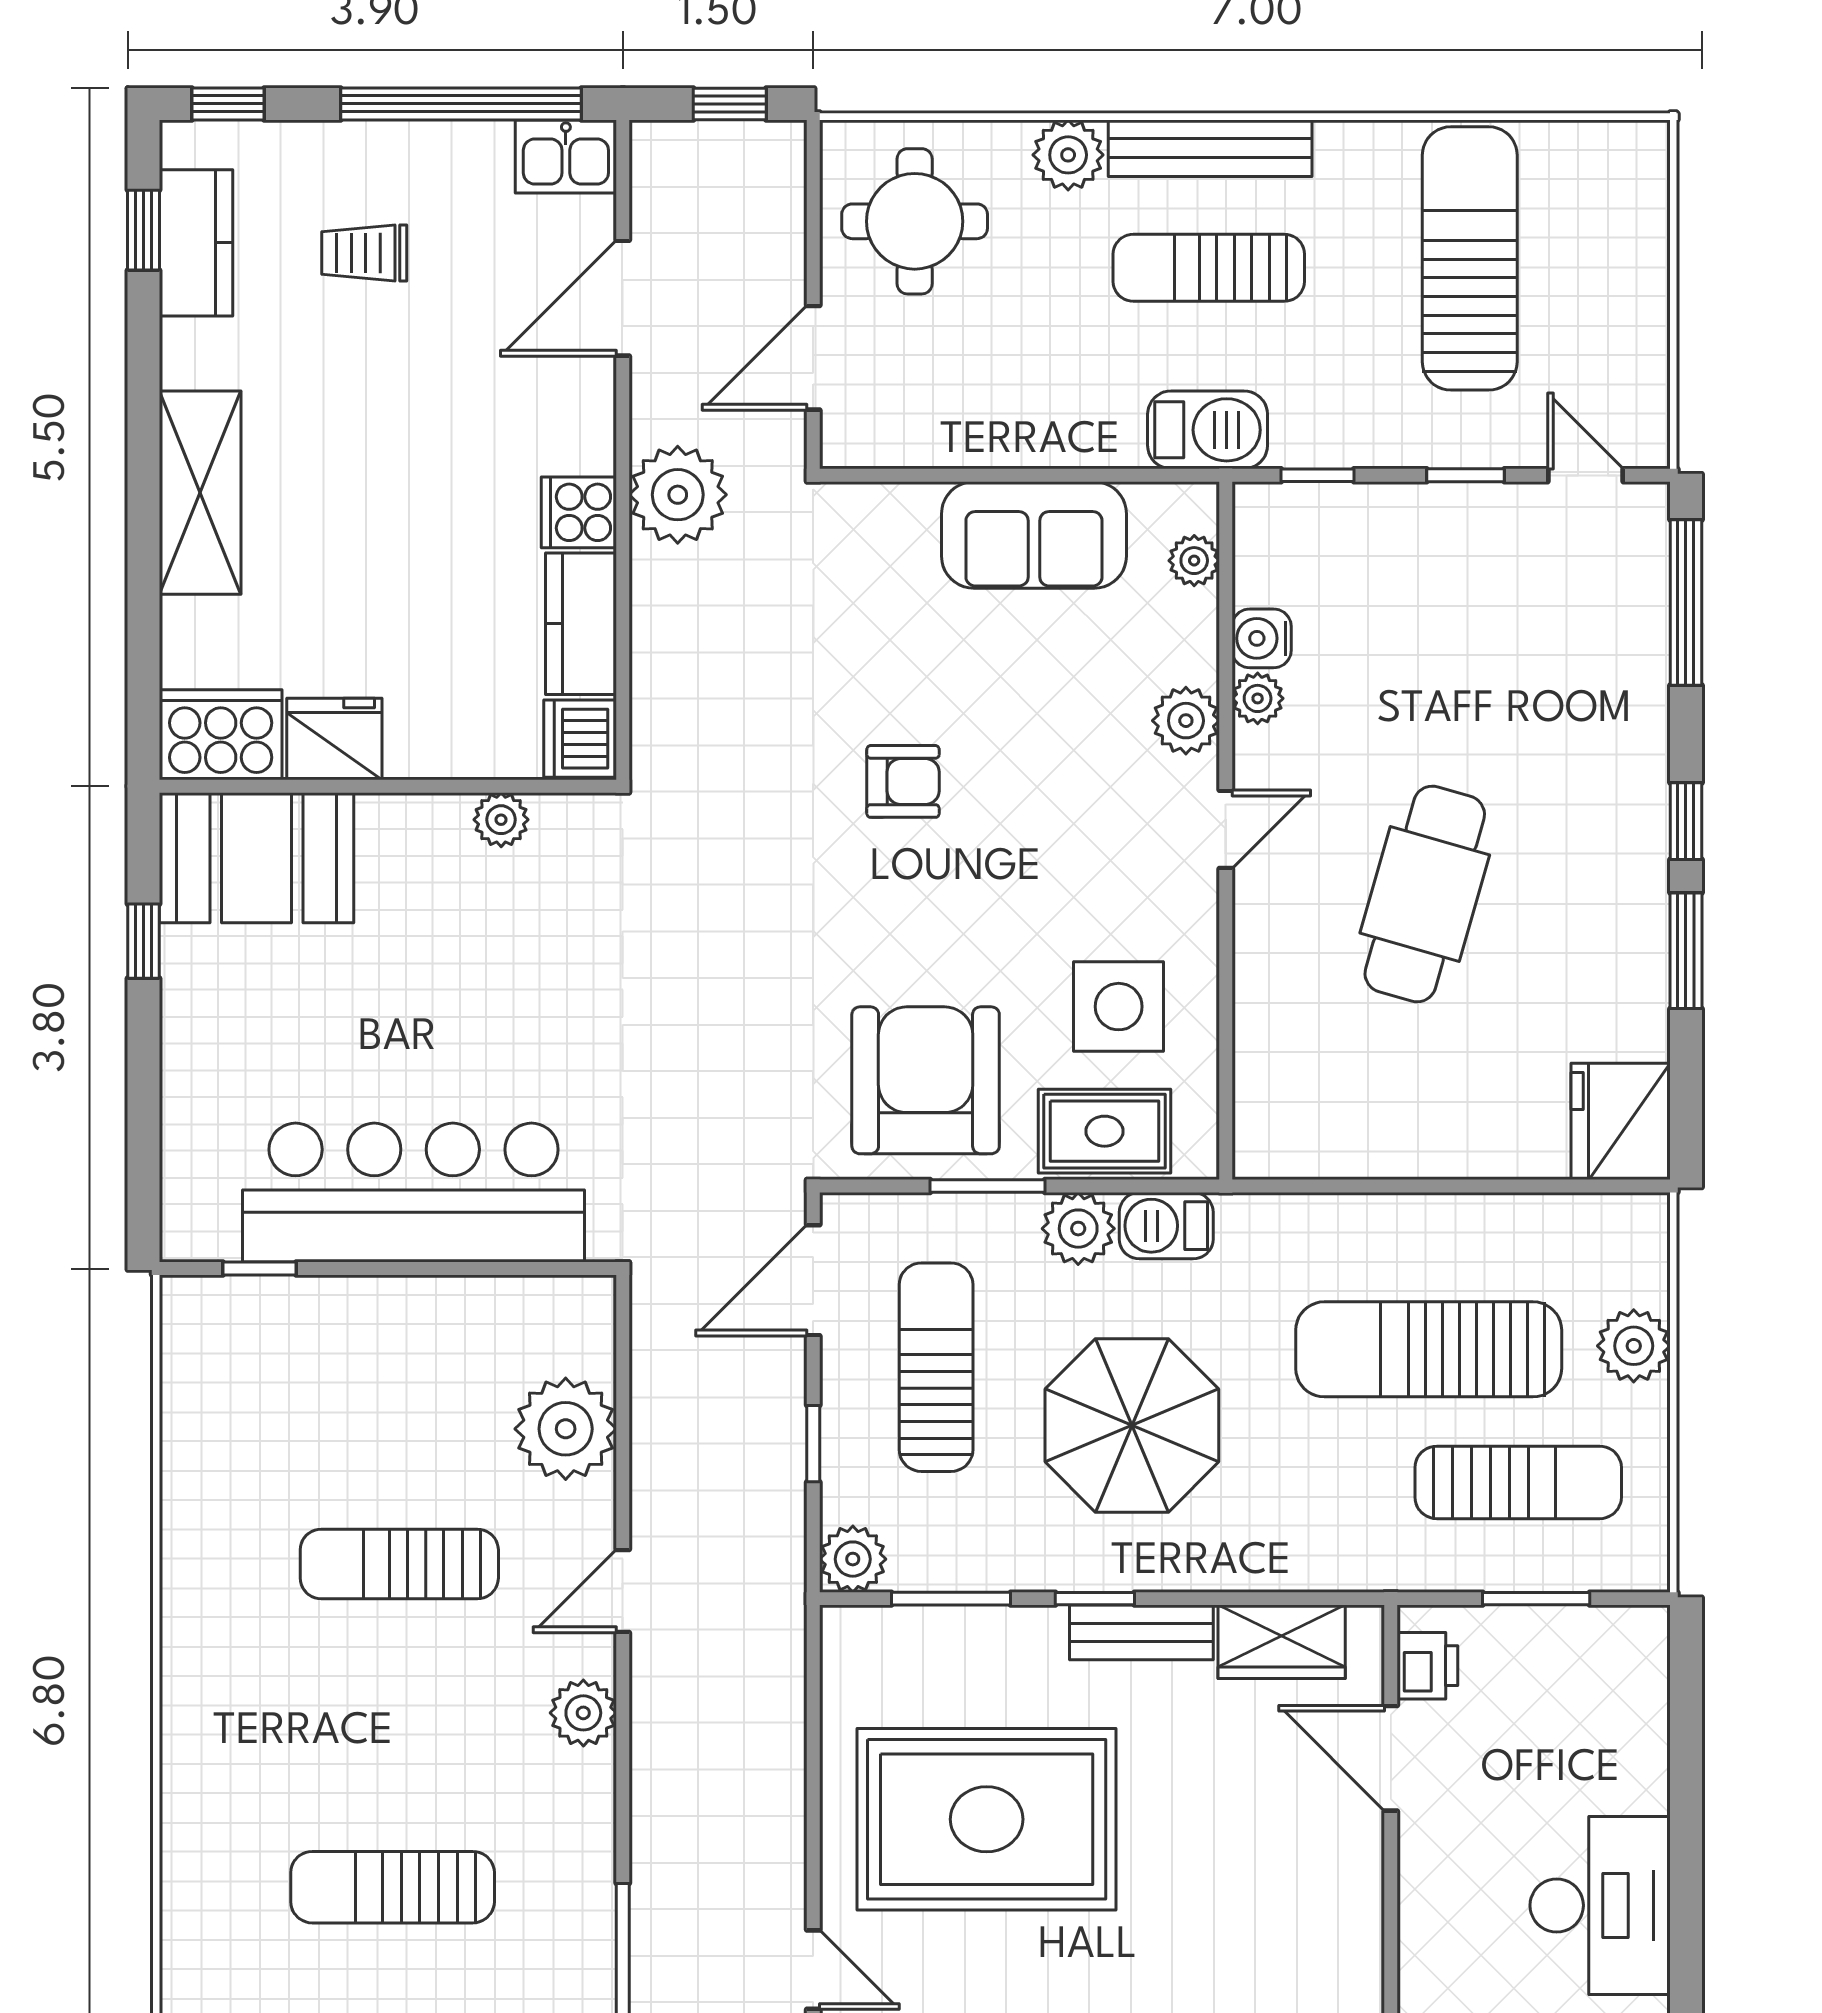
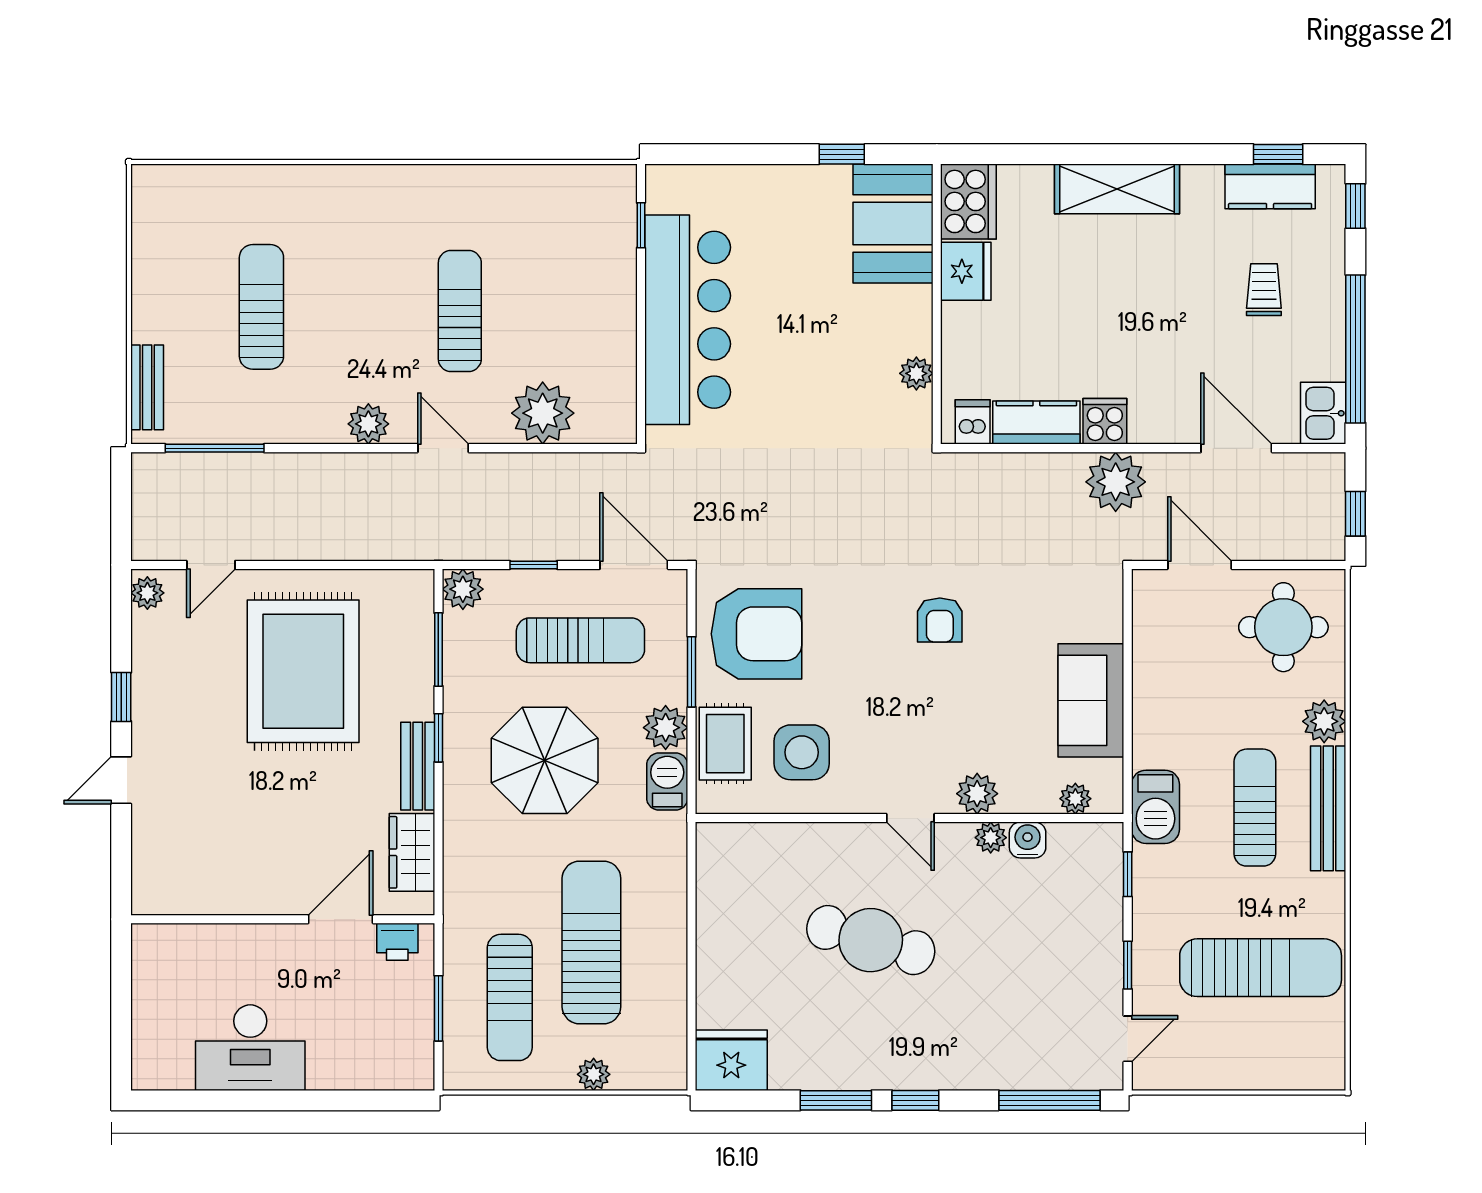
dishwasher: (580, 739) -> (973, 422), width x0.73
plant: (1634, 1346) -> (594, 1074), width x0.73, depth x0.73

